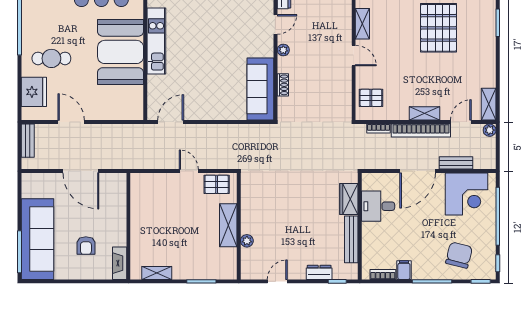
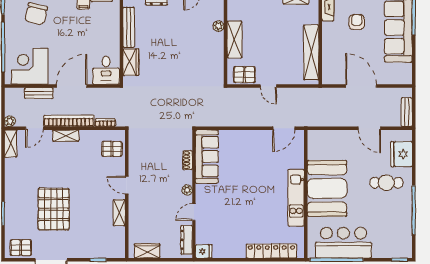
desk: (378, 206) -> (106, 70), moved, turned 90
shelving: (139, 210) -> (311, 52), added

